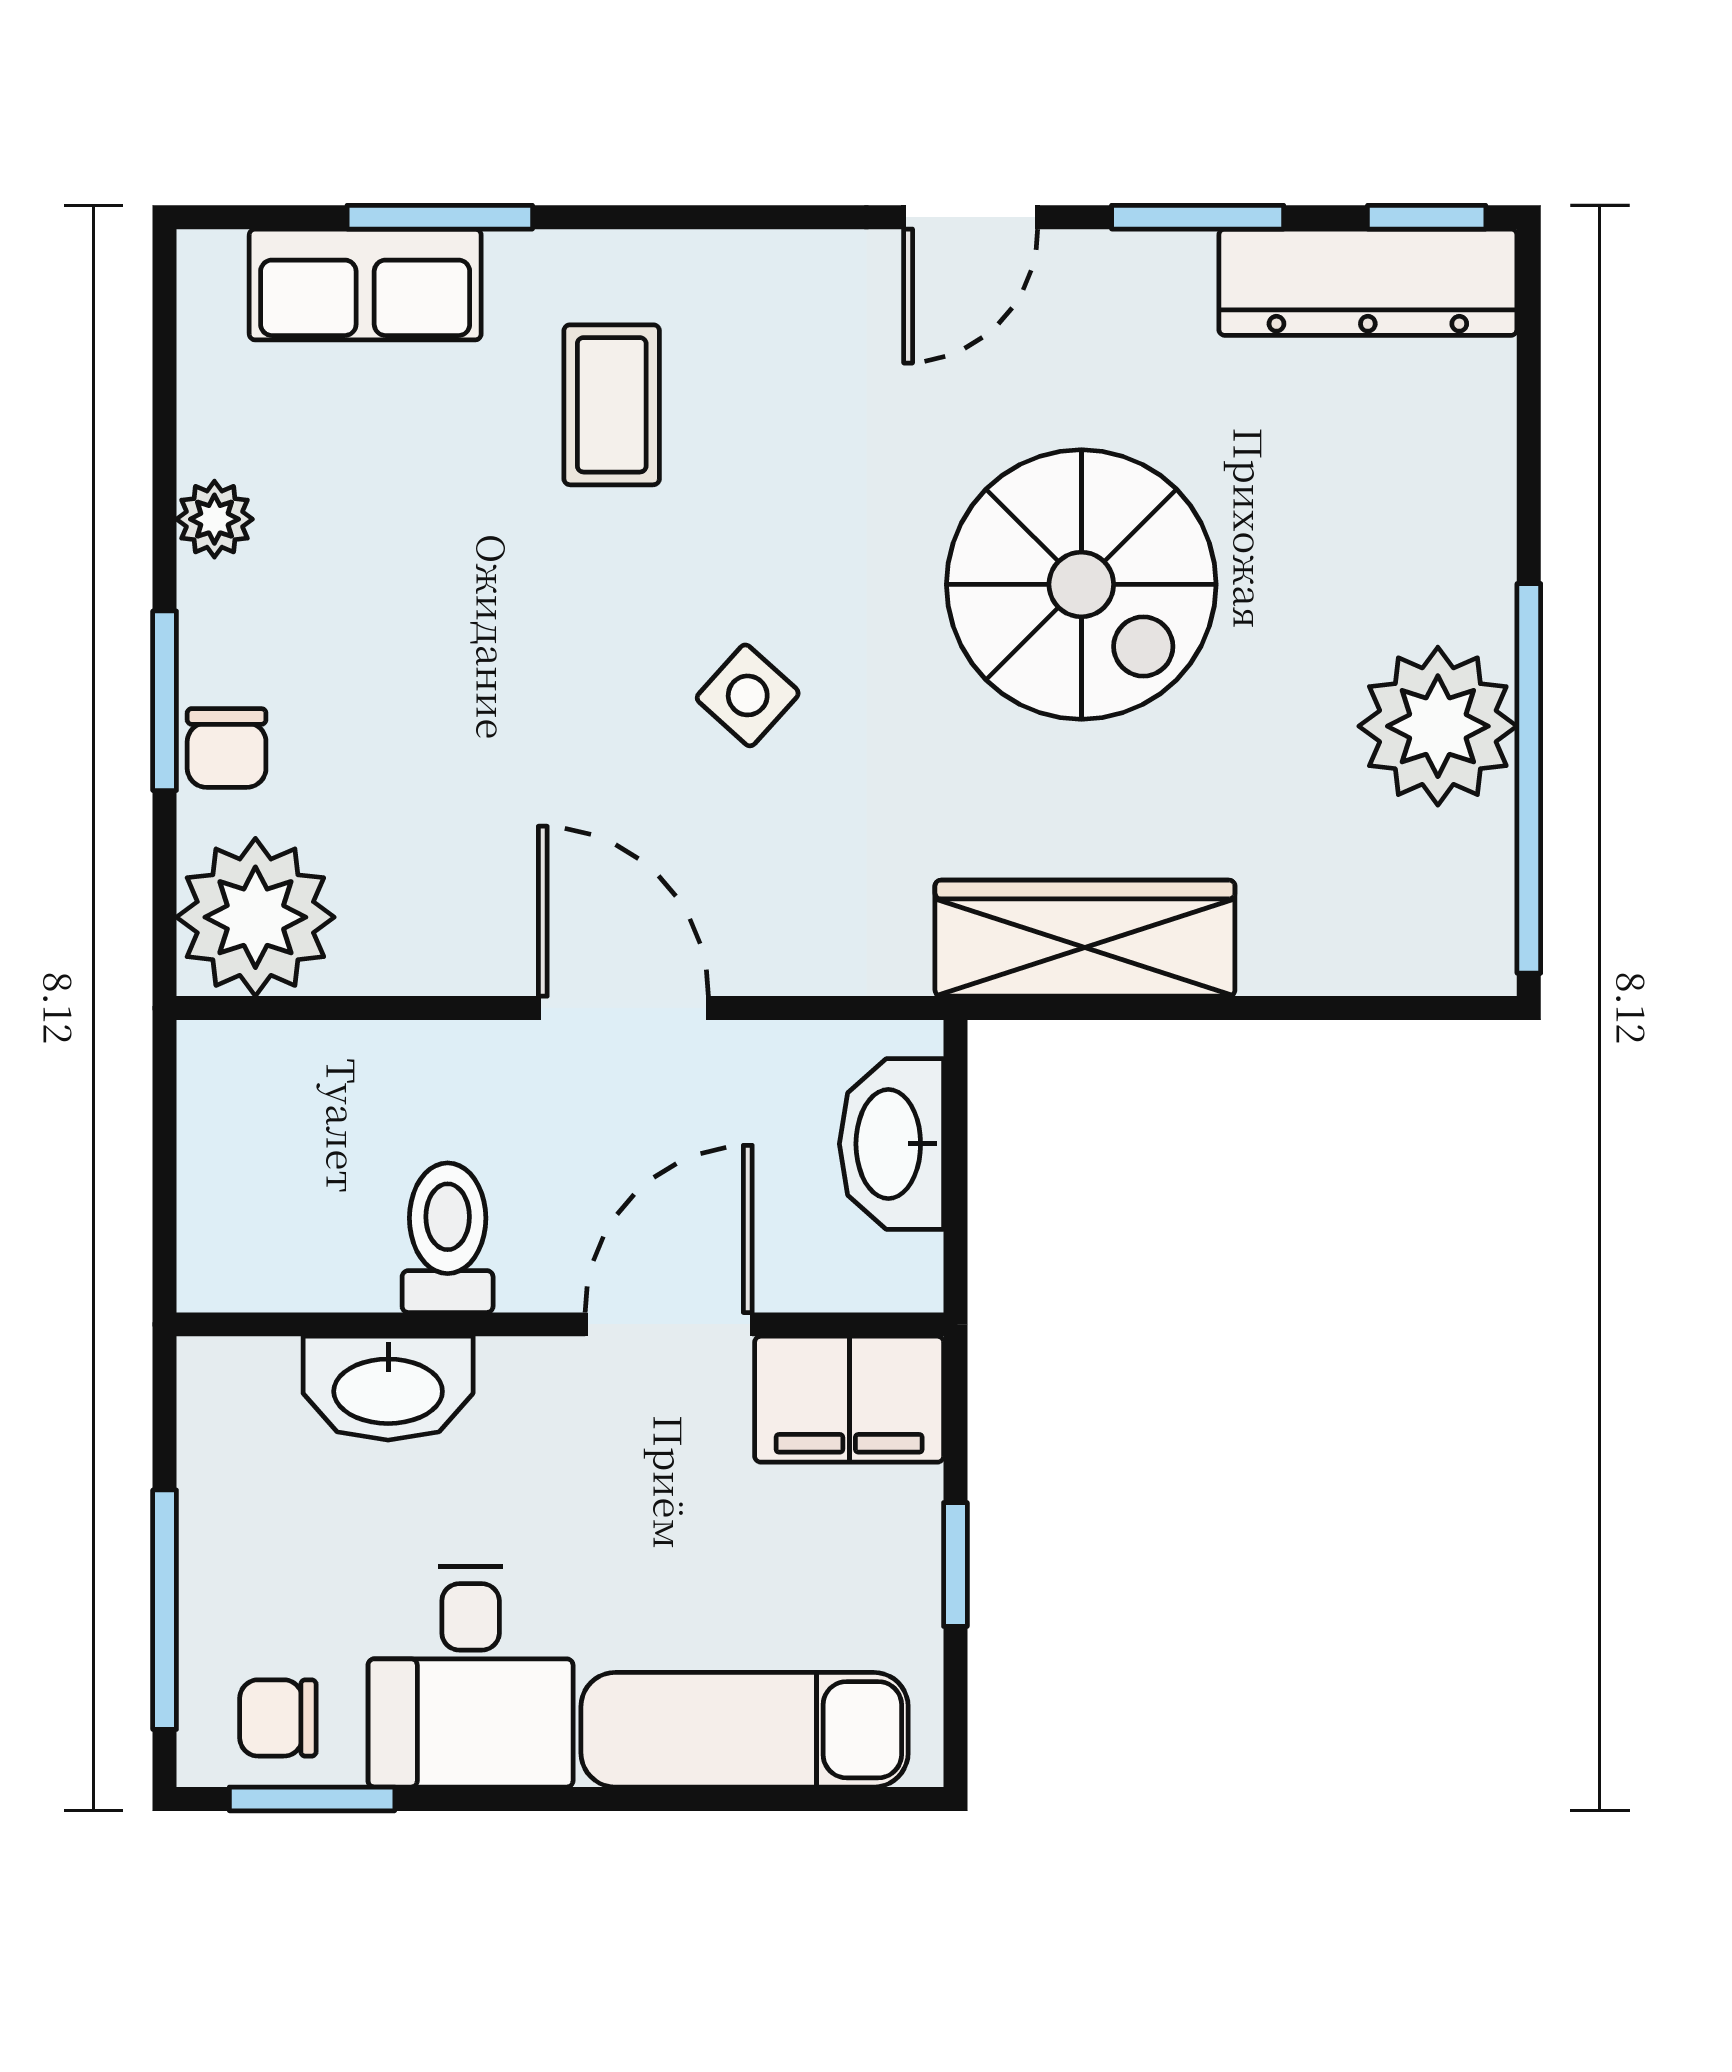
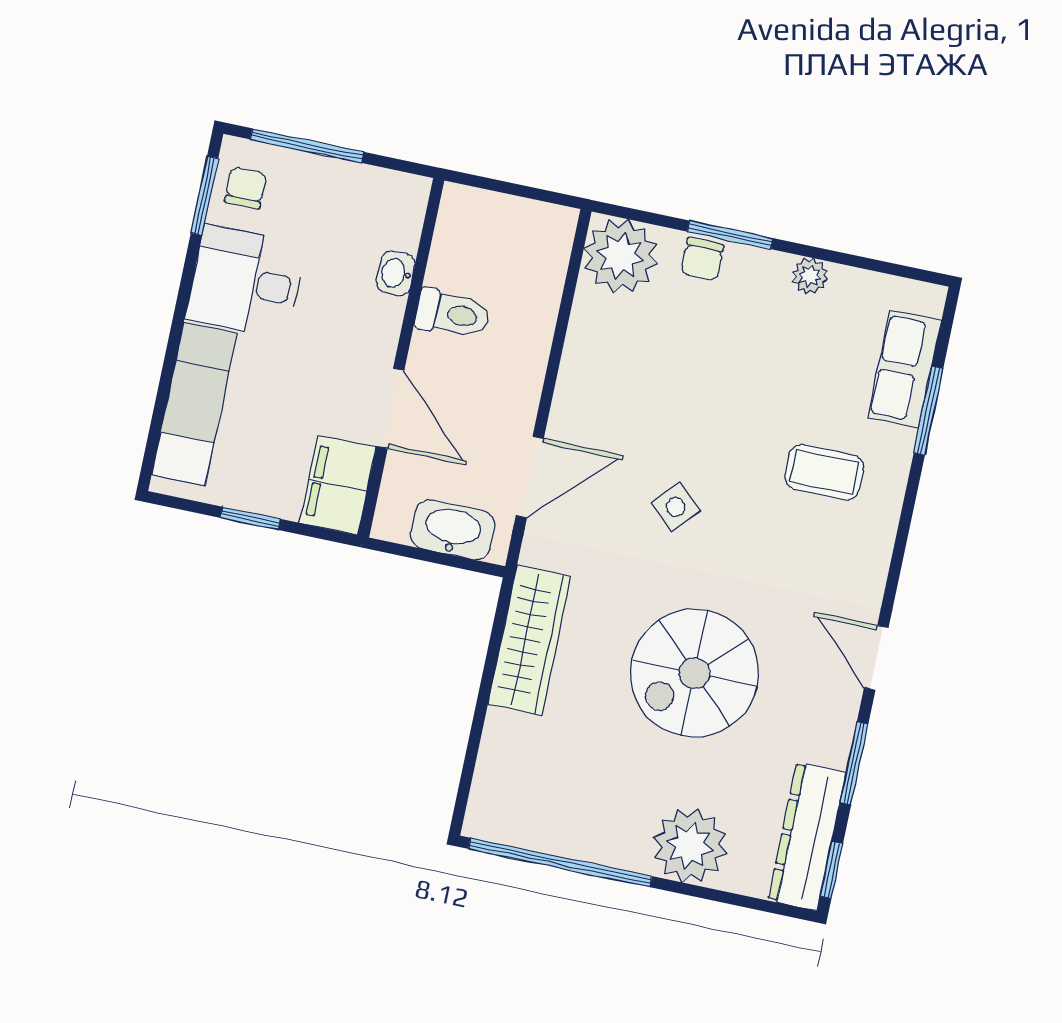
plant: (1438, 726) -> (690, 846), moved
chair: (227, 748) -> (702, 259), turned -90
door: (623, 1008) -> (530, 477), moved
washbasin: (388, 1388) -> (396, 273), width x0.52, depth x0.69

